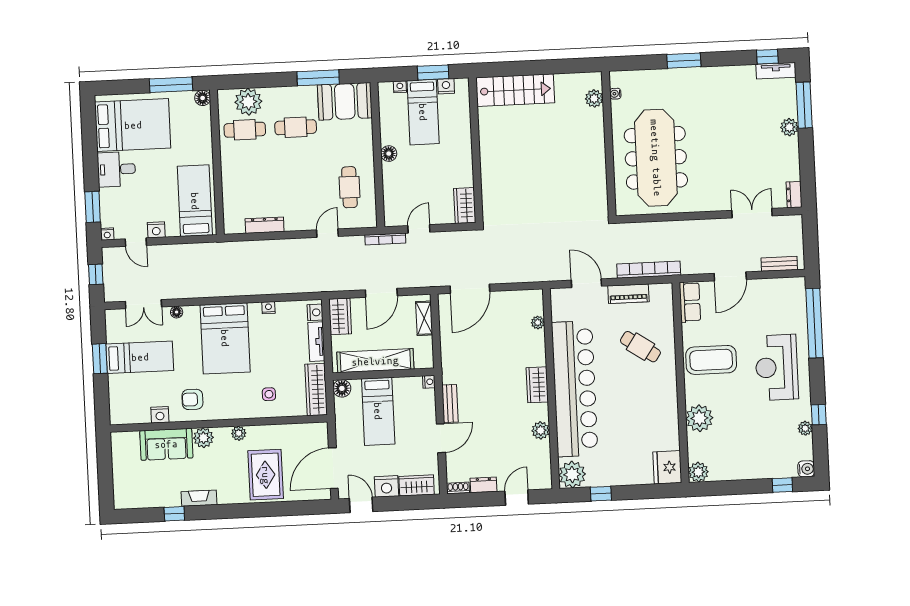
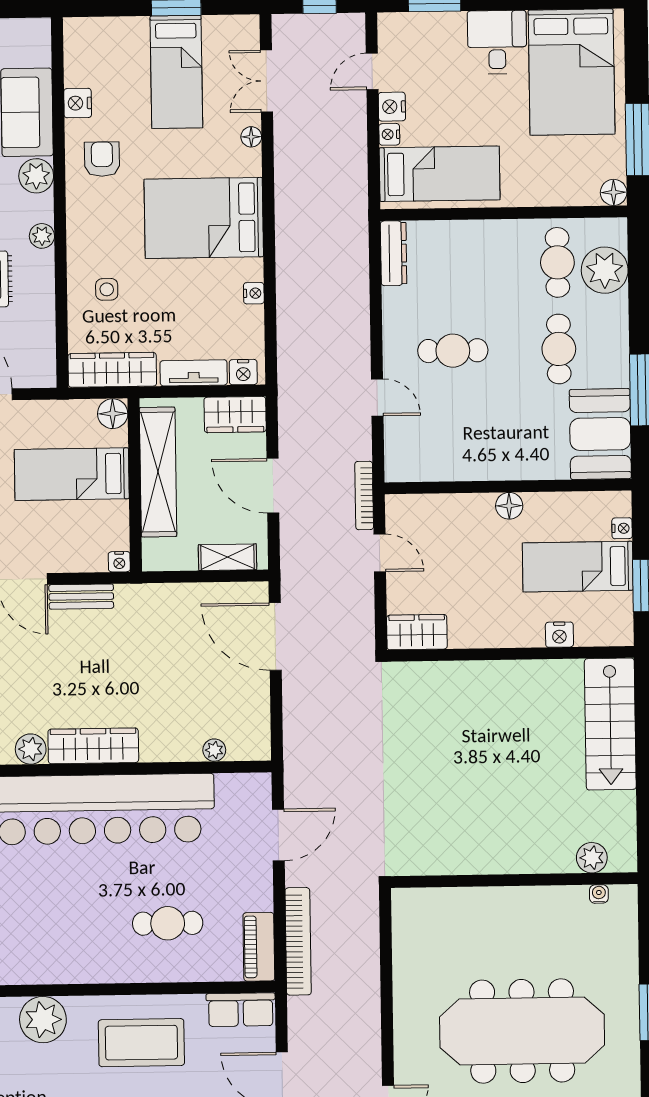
nightstand: (446, 86) -> (559, 635), moved, turned 90
meeting table: (656, 158) -> (522, 1031), moved
cafe table: (349, 187) -> (453, 351), moved
dresser: (265, 225) -> (394, 253), moved
nightstand: (107, 234) -> (389, 134), moved
piano: (628, 294) -> (259, 947), moved
cafe table: (640, 347) -> (168, 923), turned 56
coffee table: (711, 360) -> (141, 1043), turned 90
wardrobe: (537, 385) -> (93, 746), width x1.50

